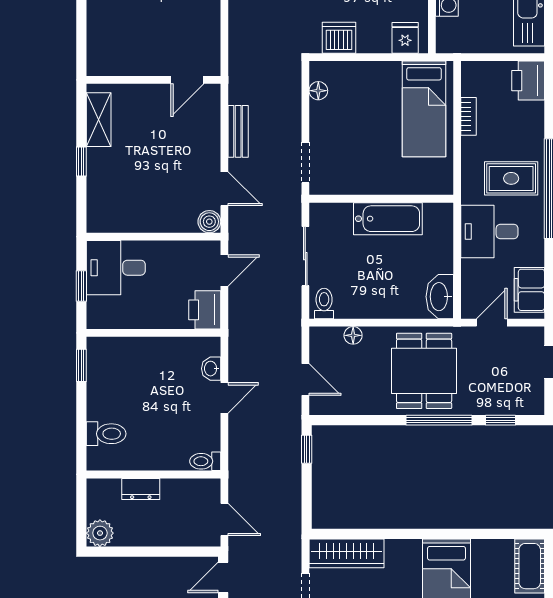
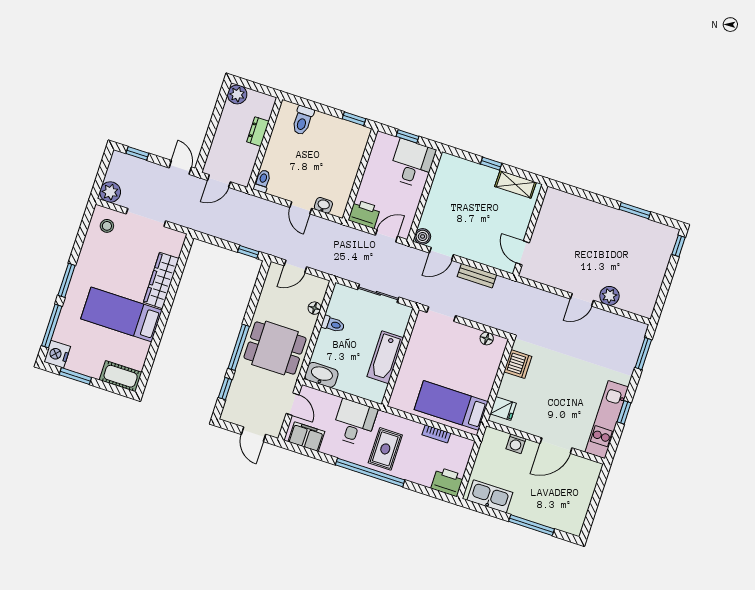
door: (224, 271) -> (386, 236), swing flipped
toilet: (324, 304) -> (333, 324), moved
wardrobe: (347, 553) -> (161, 280), moved

